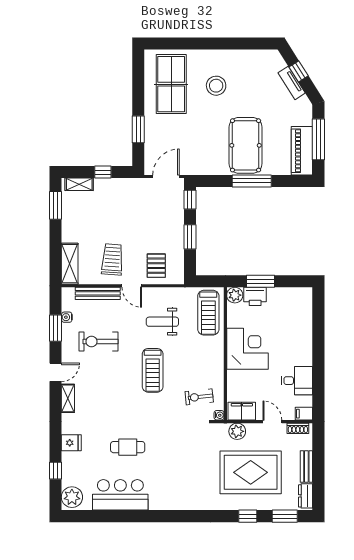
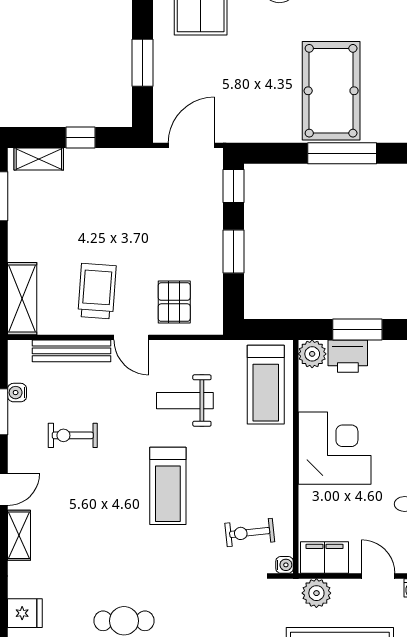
exercise bike: (98, 342) -> (73, 435), width x0.73, depth x0.72

